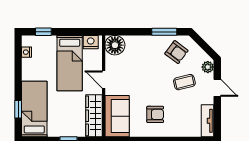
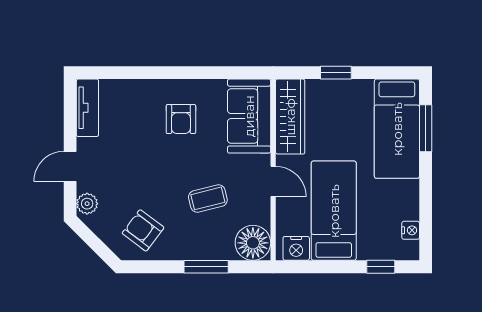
window: (164, 32) -> (206, 267), moved
coffee table: (184, 82) -> (208, 198), moved
door: (217, 88) -> (70, 166), hinge flipped
window: (18, 109) -> (426, 128), width x1.50
armchair: (155, 114) -> (181, 119), turned -90

